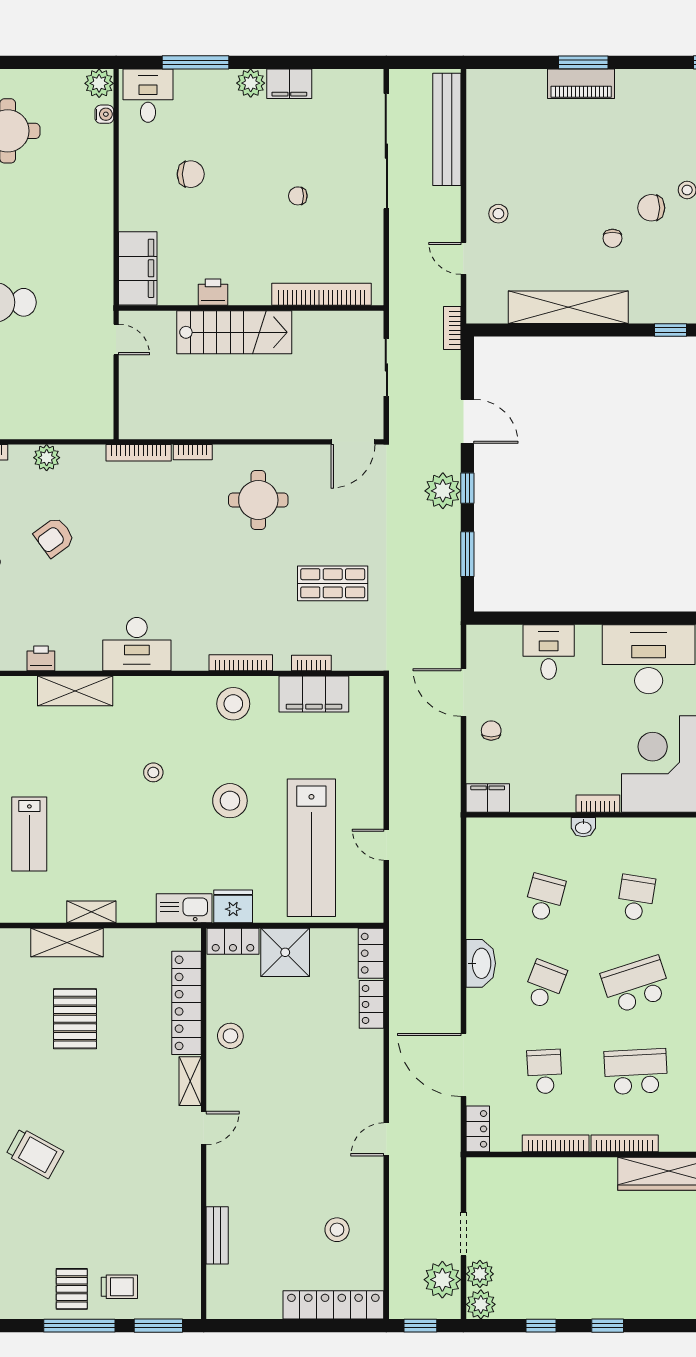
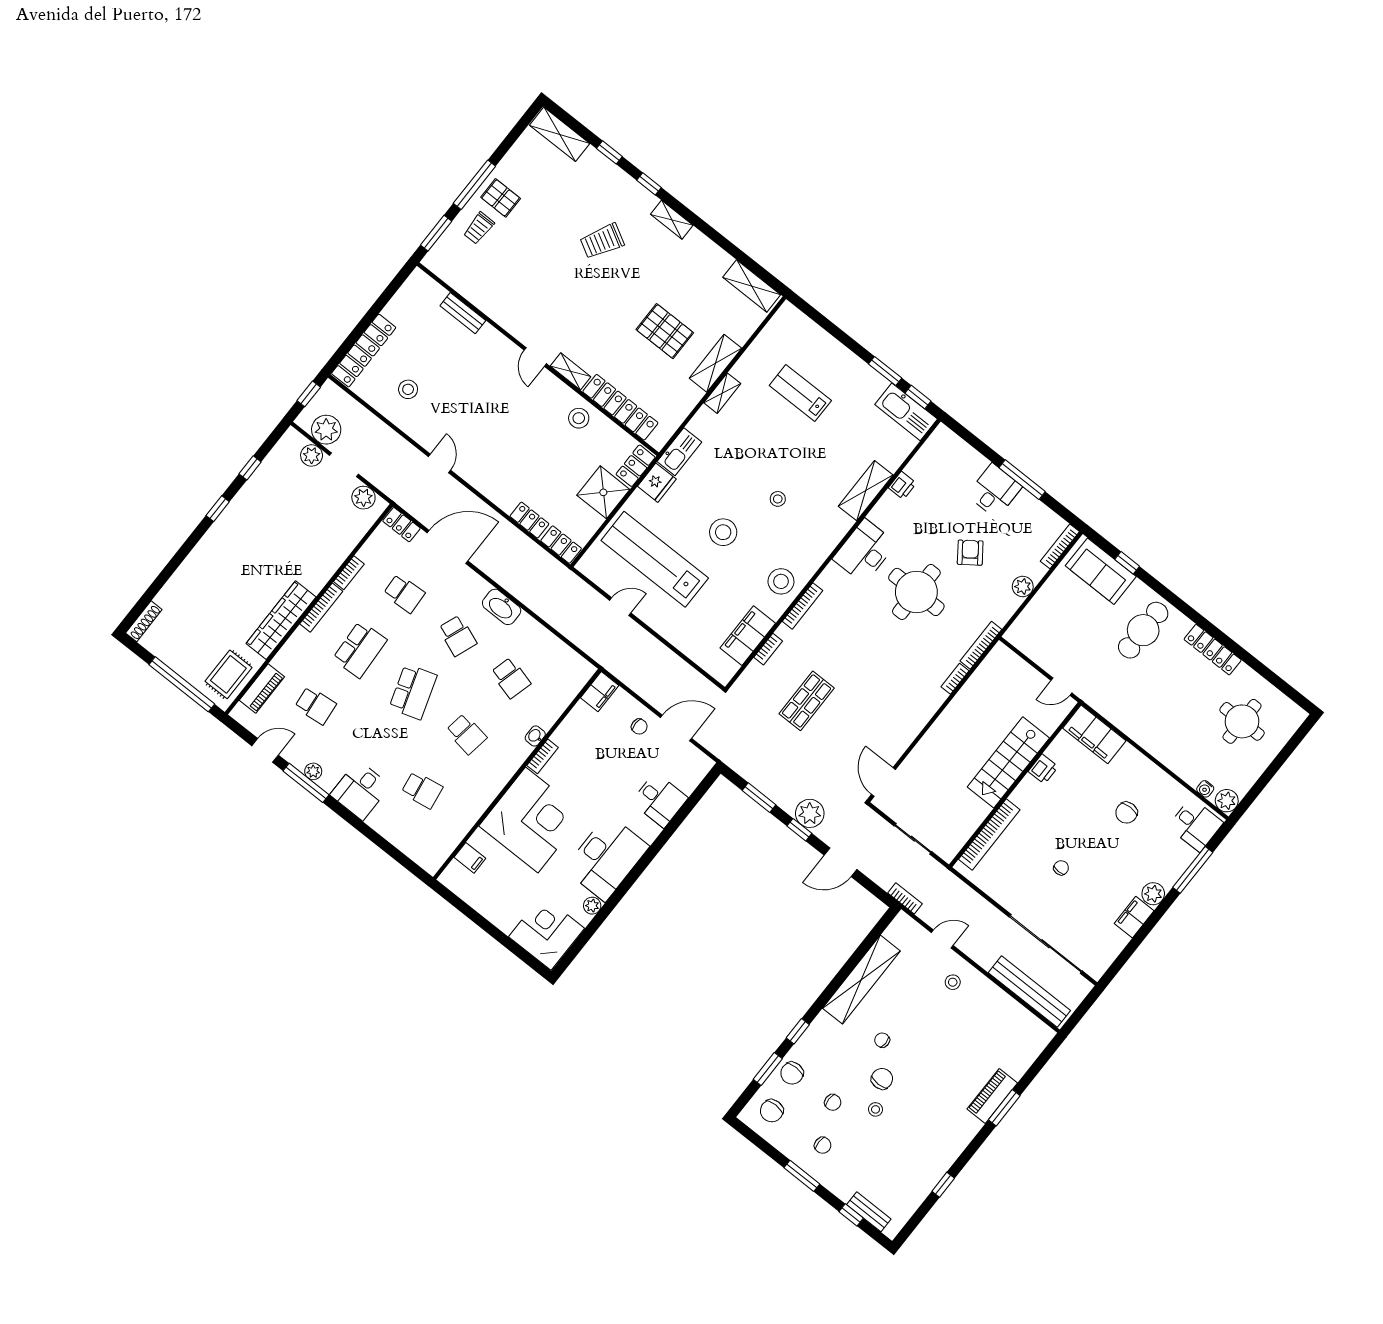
round table: (258, 500) -> (916, 592), moved, width x1.36, depth x1.36
bookcase: (556, 1143) -> (349, 573), width x0.64
plant: (481, 1304) -> (363, 498), moved

